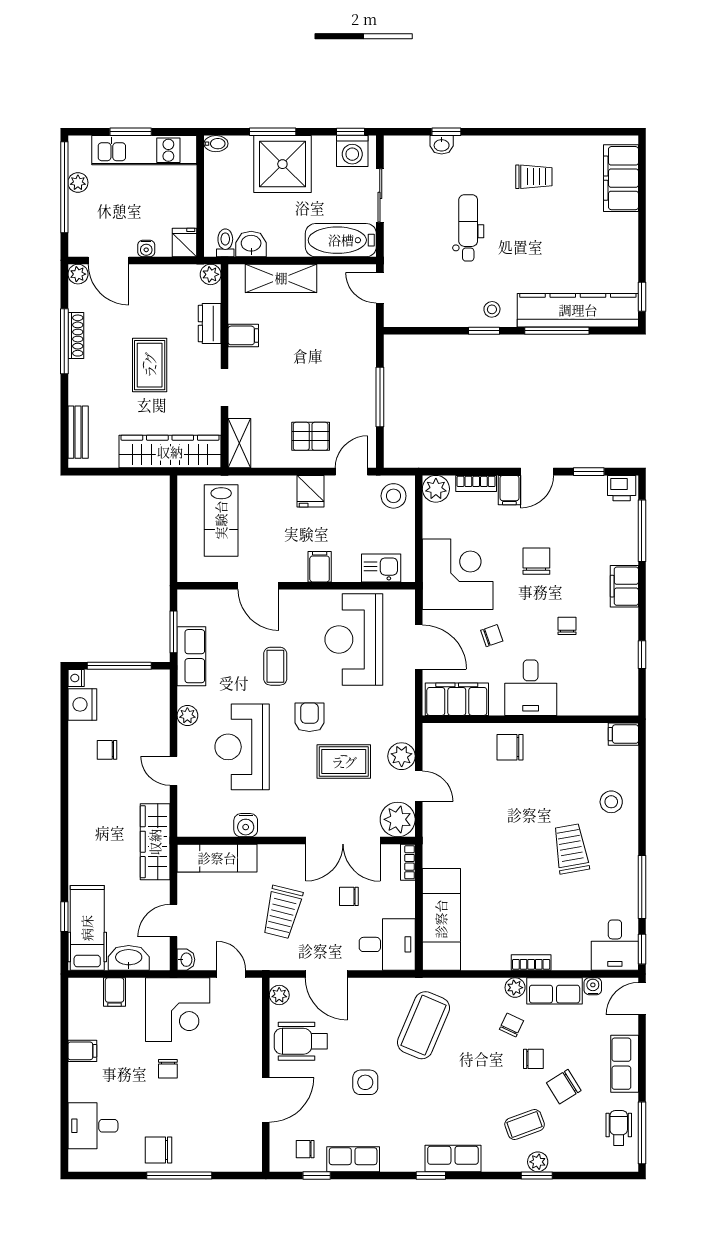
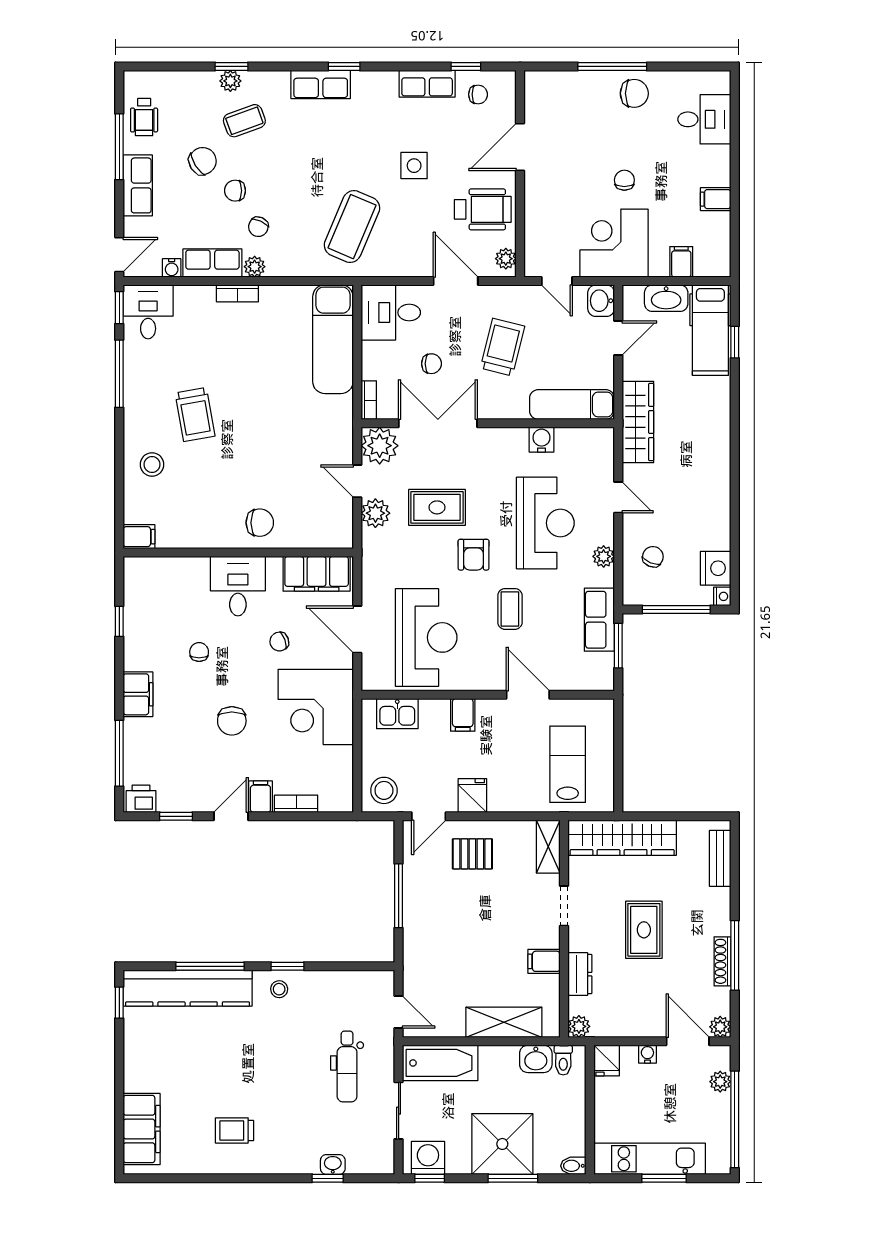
plant: (78, 183) -> (720, 1082), moved
dental chair: (468, 228) -> (347, 1067), moved
plant: (436, 489) -> (339, 798), removed
chair: (567, 626) -> (199, 652), turned 180
chair: (107, 750) -> (653, 557), moved, turned -68
washbasin: (186, 960) -> (601, 301), width x1.38, depth x1.45
window: (642, 1133) -> (119, 147), moved

